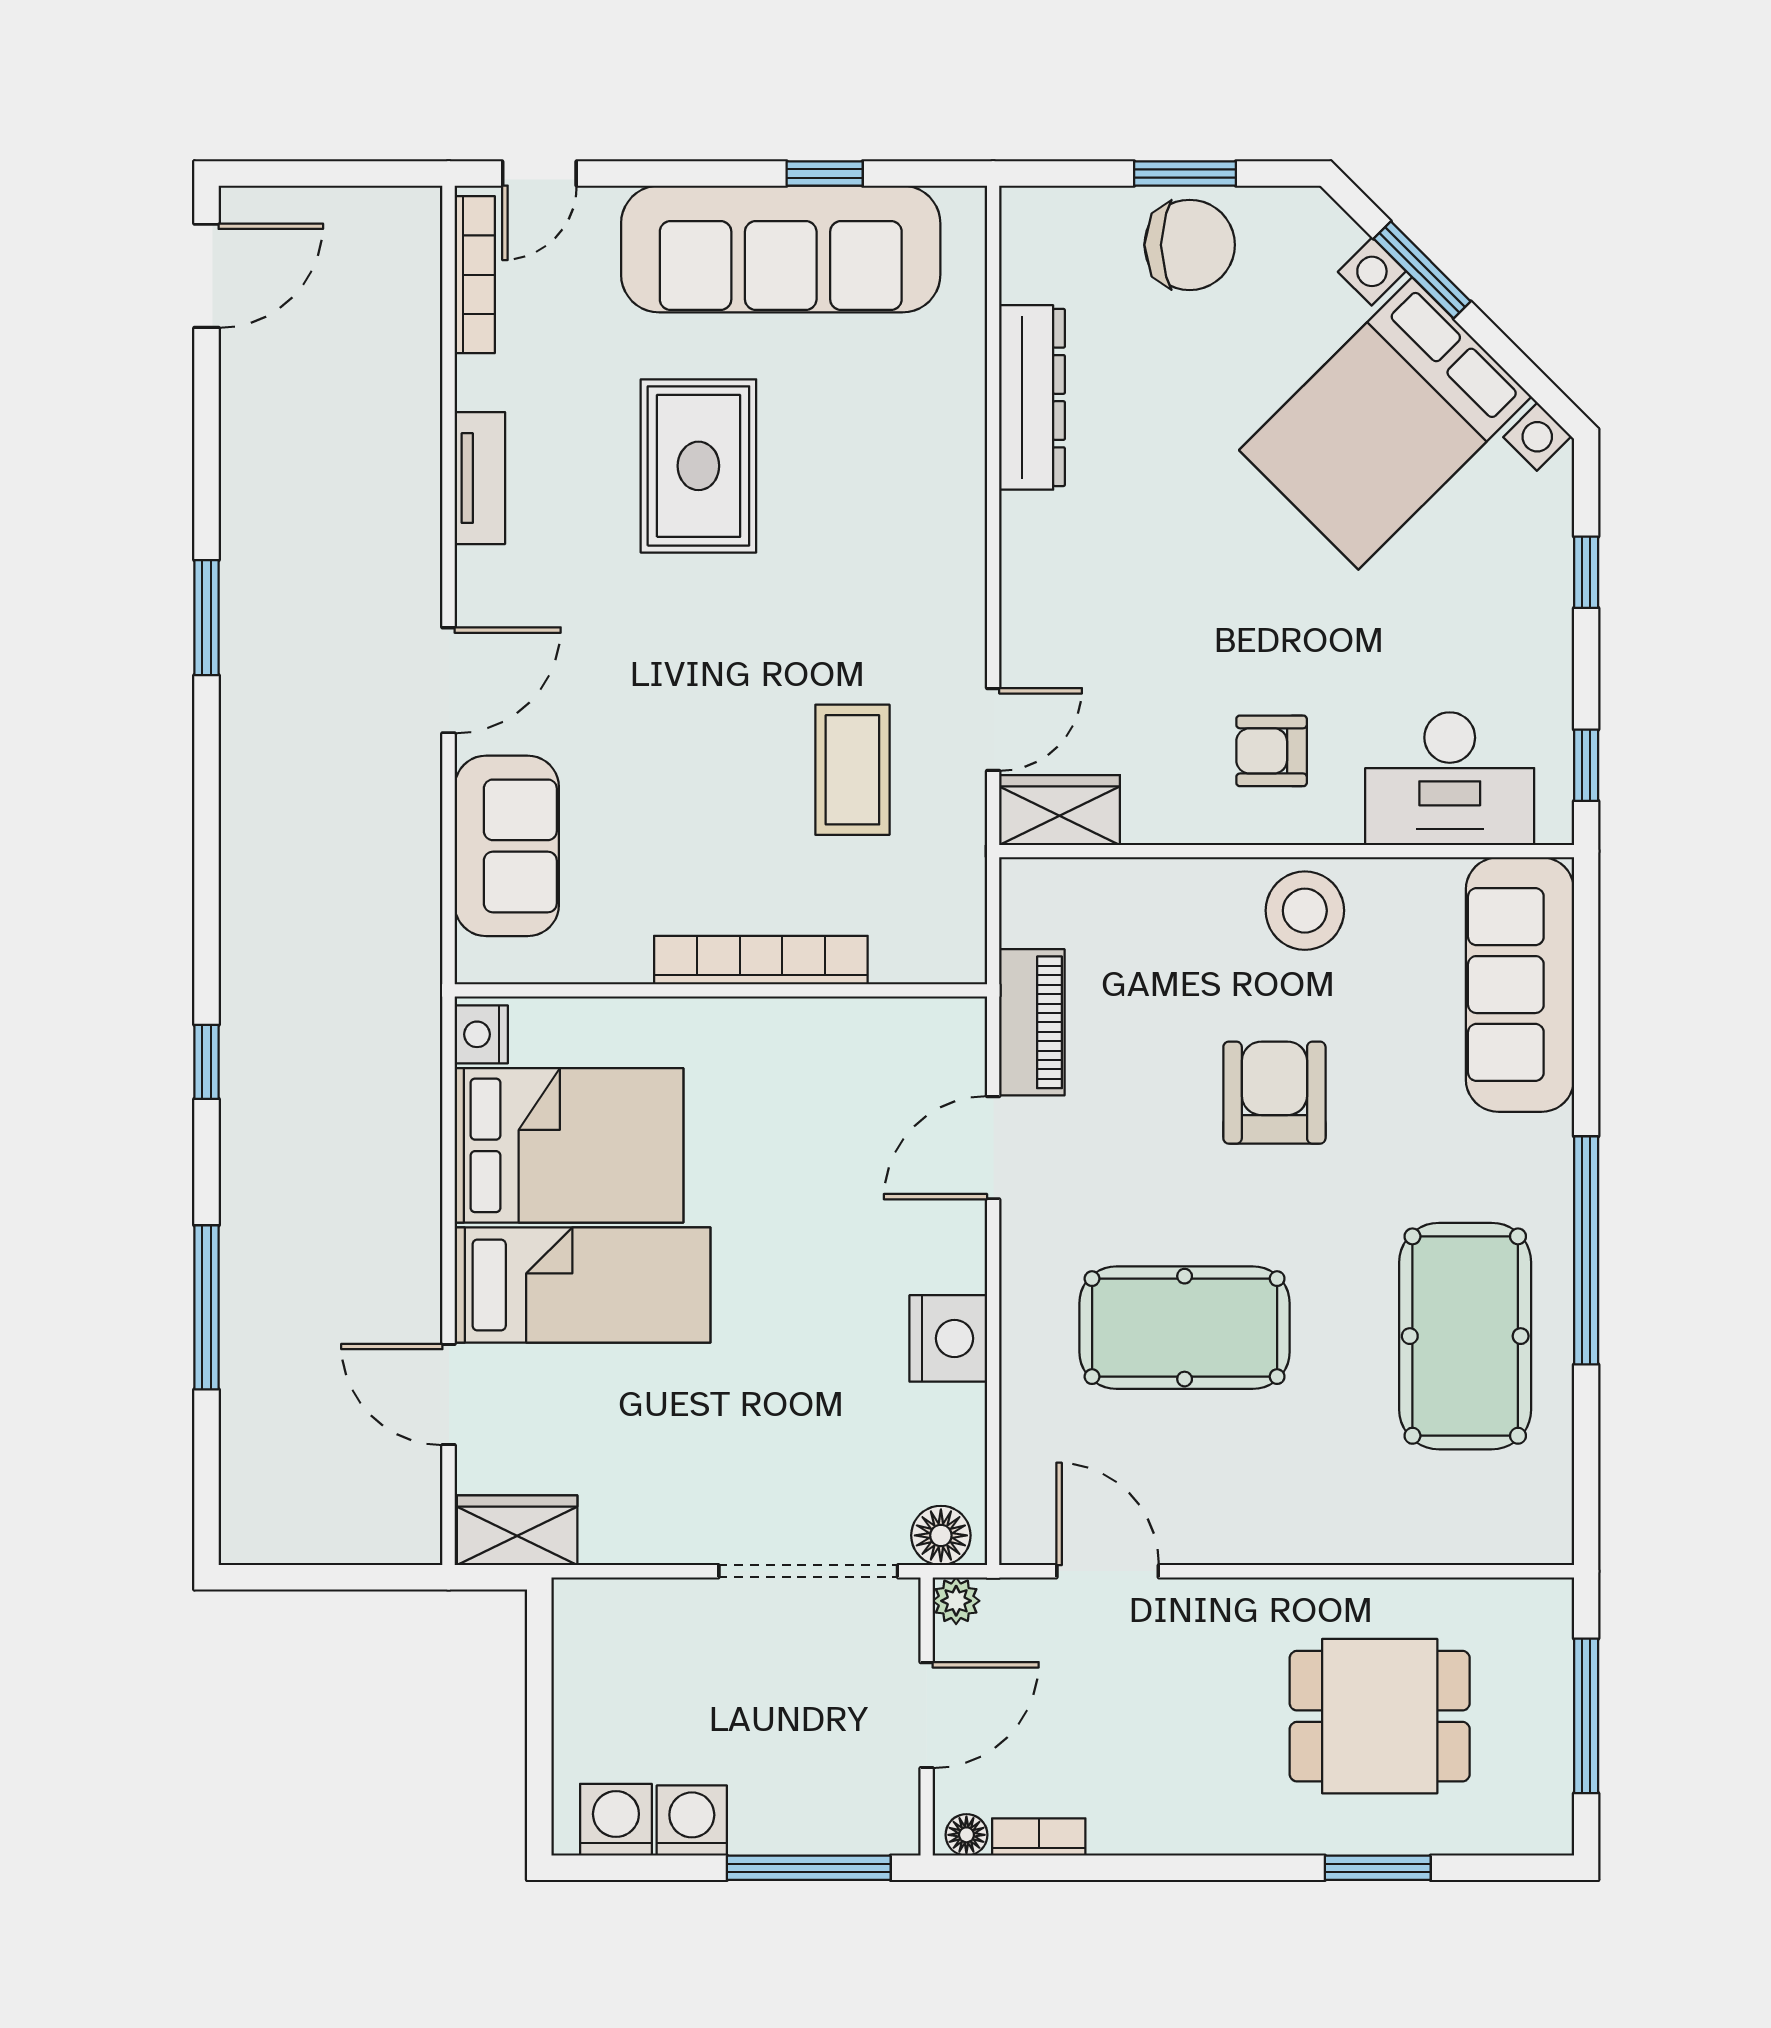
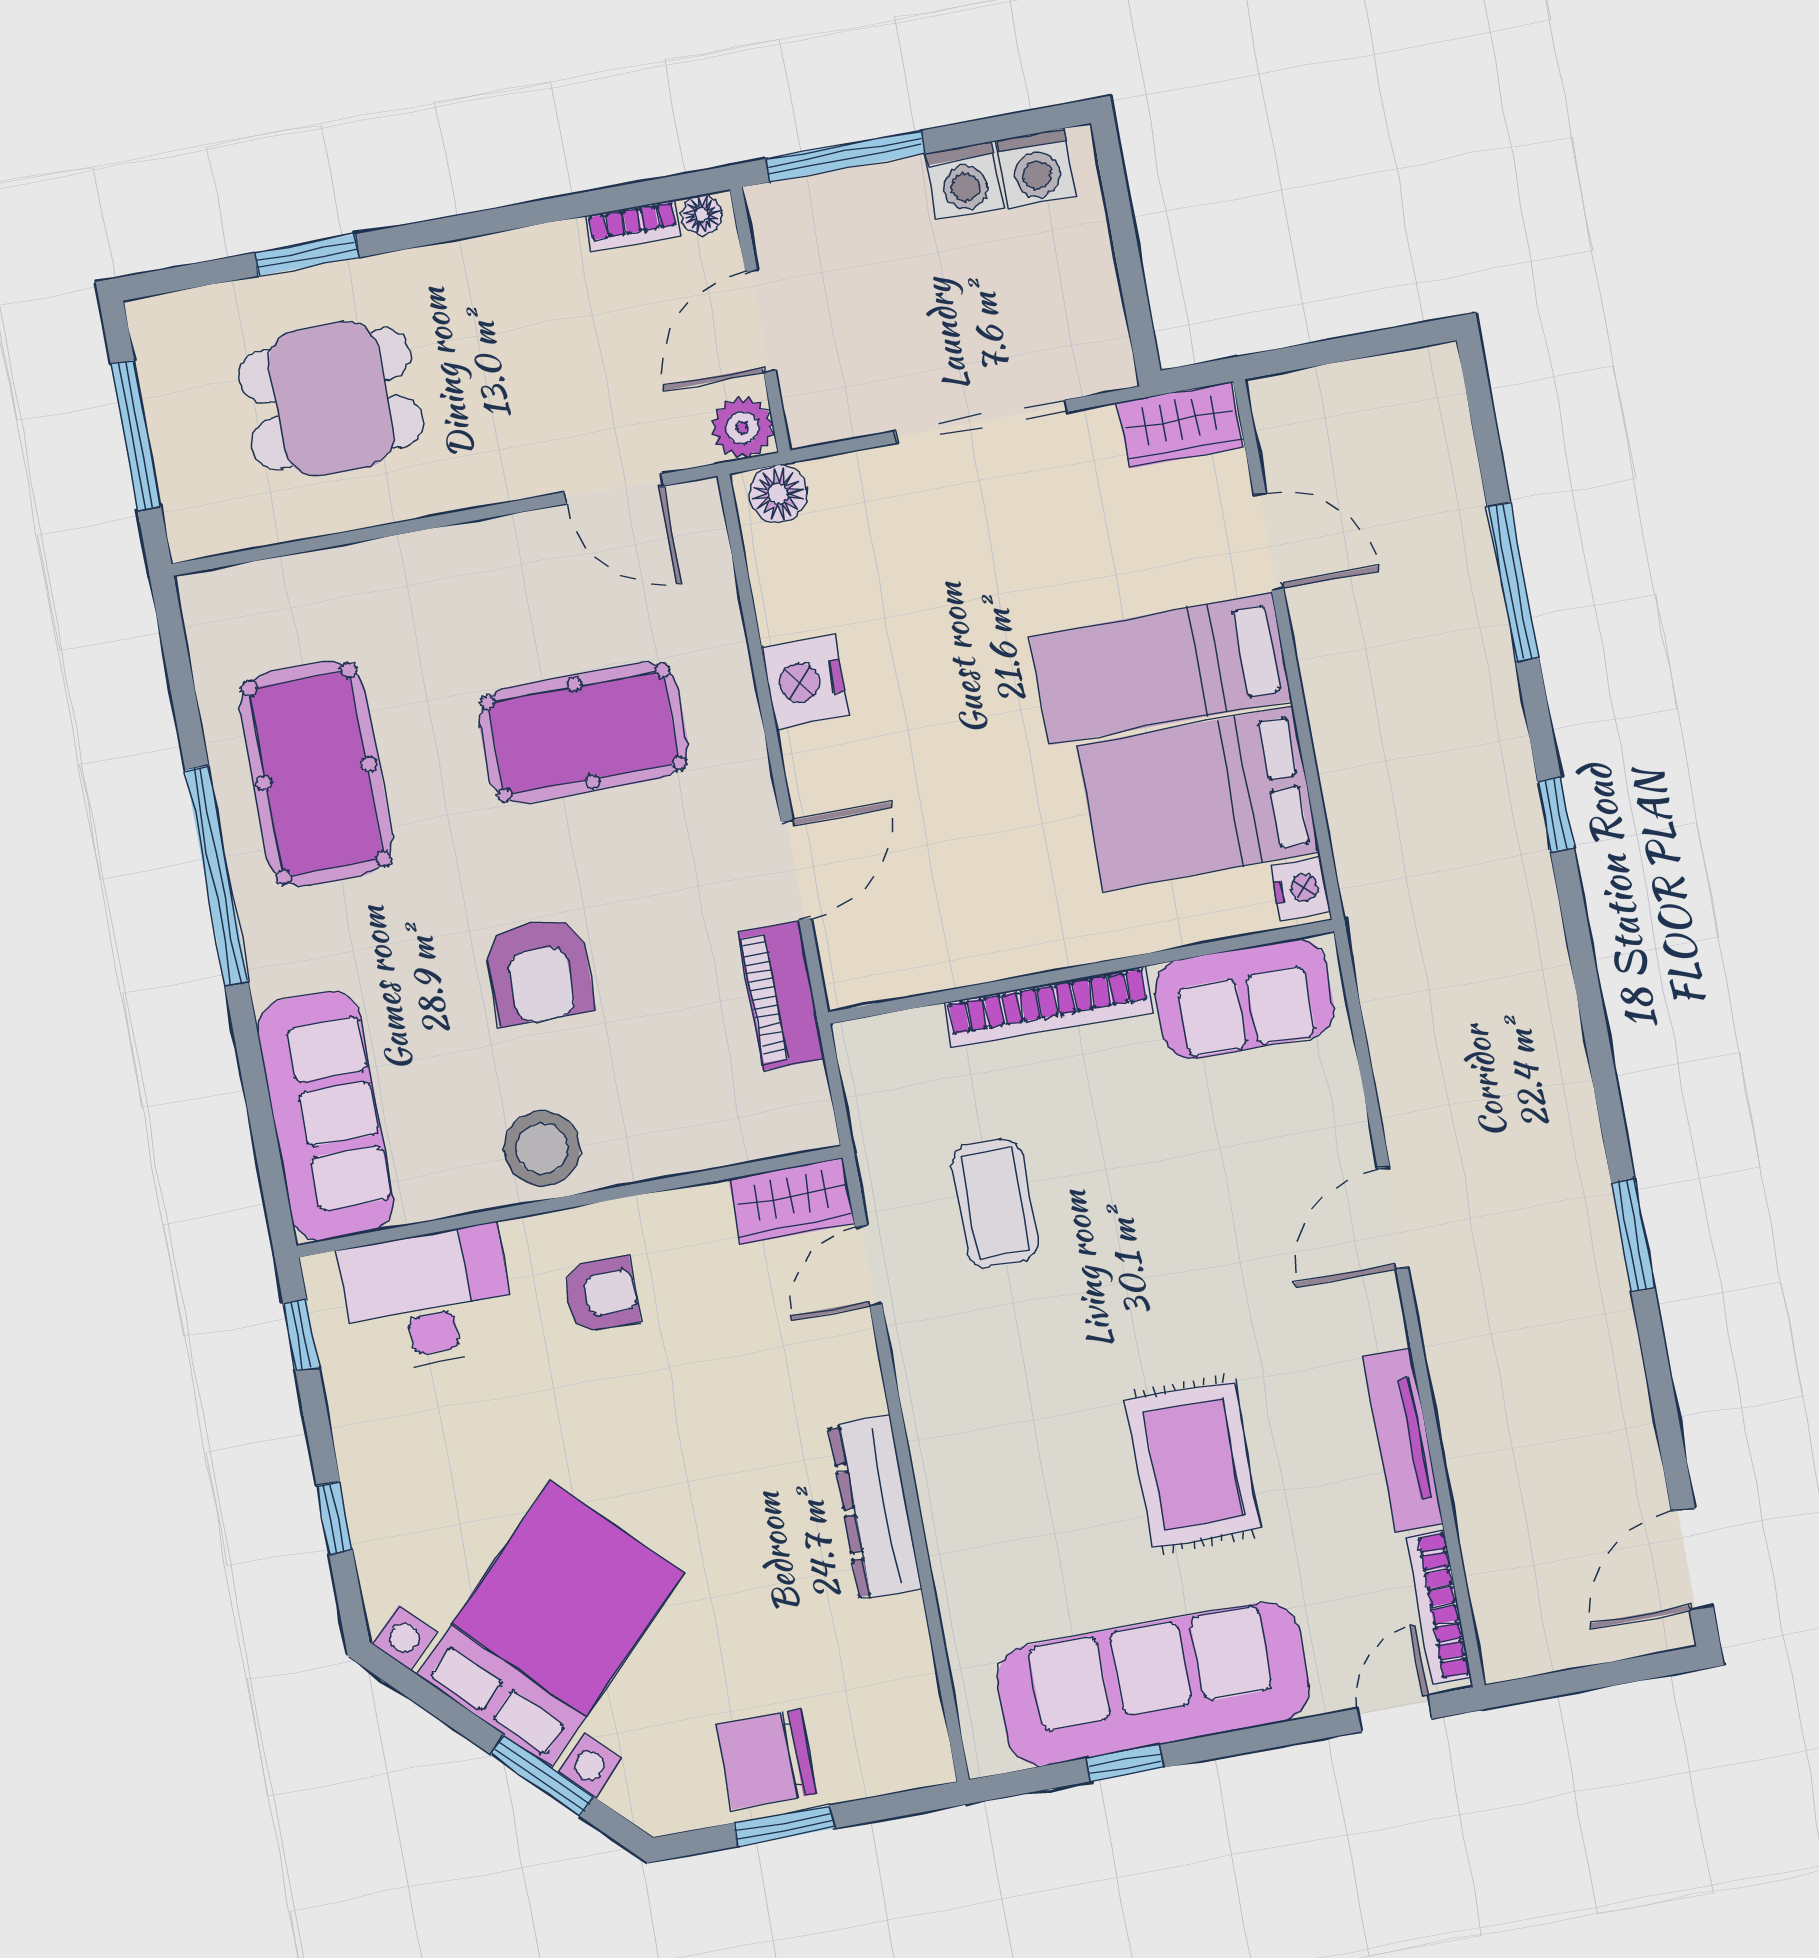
dresser: (1032, 397) -> (875, 1508), moved
tv unit: (480, 478) -> (1403, 1440), width x1.41
sofa: (507, 846) -> (1244, 999), moved, turned -90
doorway: (808, 1571) -> (982, 421), moved
plant: (956, 1601) -> (742, 428), width x1.38, depth x1.38

